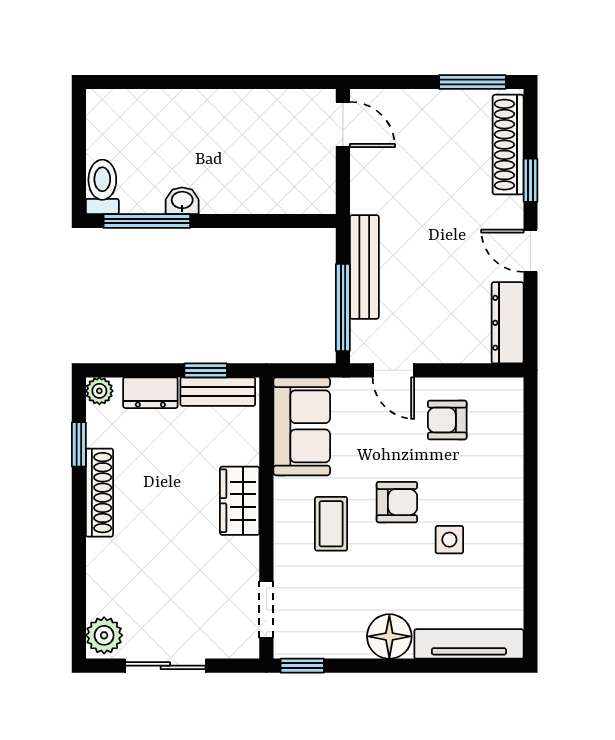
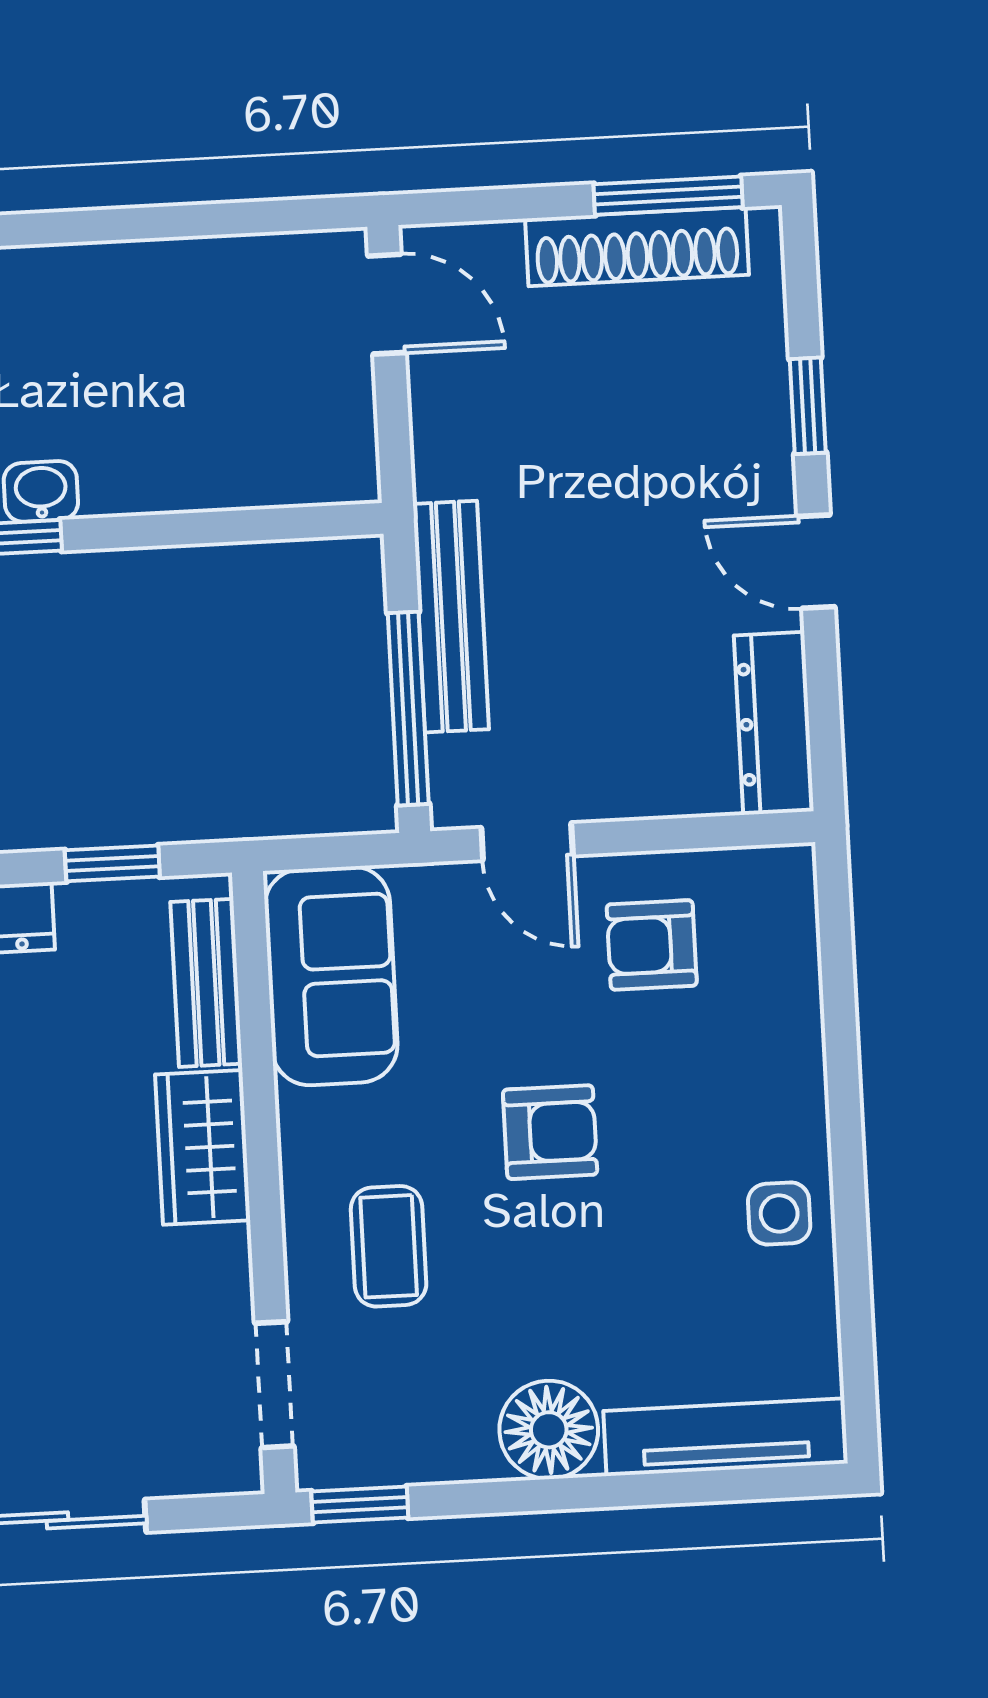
shoe rack: (508, 145) -> (637, 247), moved, turned -90
bench: (218, 392) -> (206, 983), moved, turned 90
coffee table: (331, 524) -> (389, 1246), moved
side table: (449, 540) -> (779, 1213), moved

